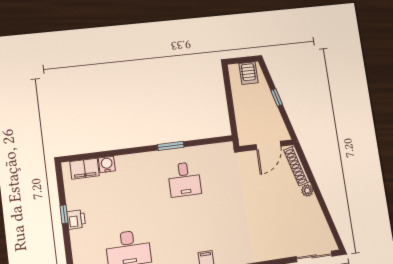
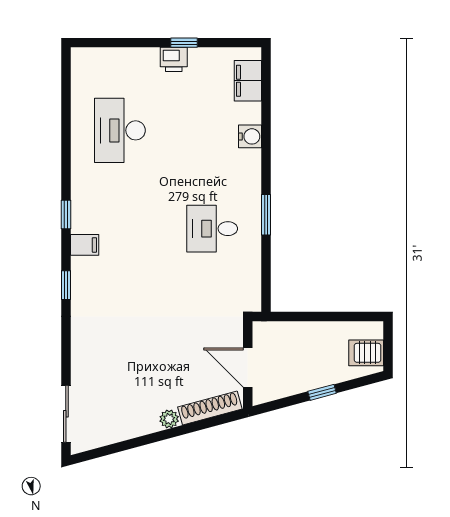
water cooler: (107, 164) -> (250, 136), moved

